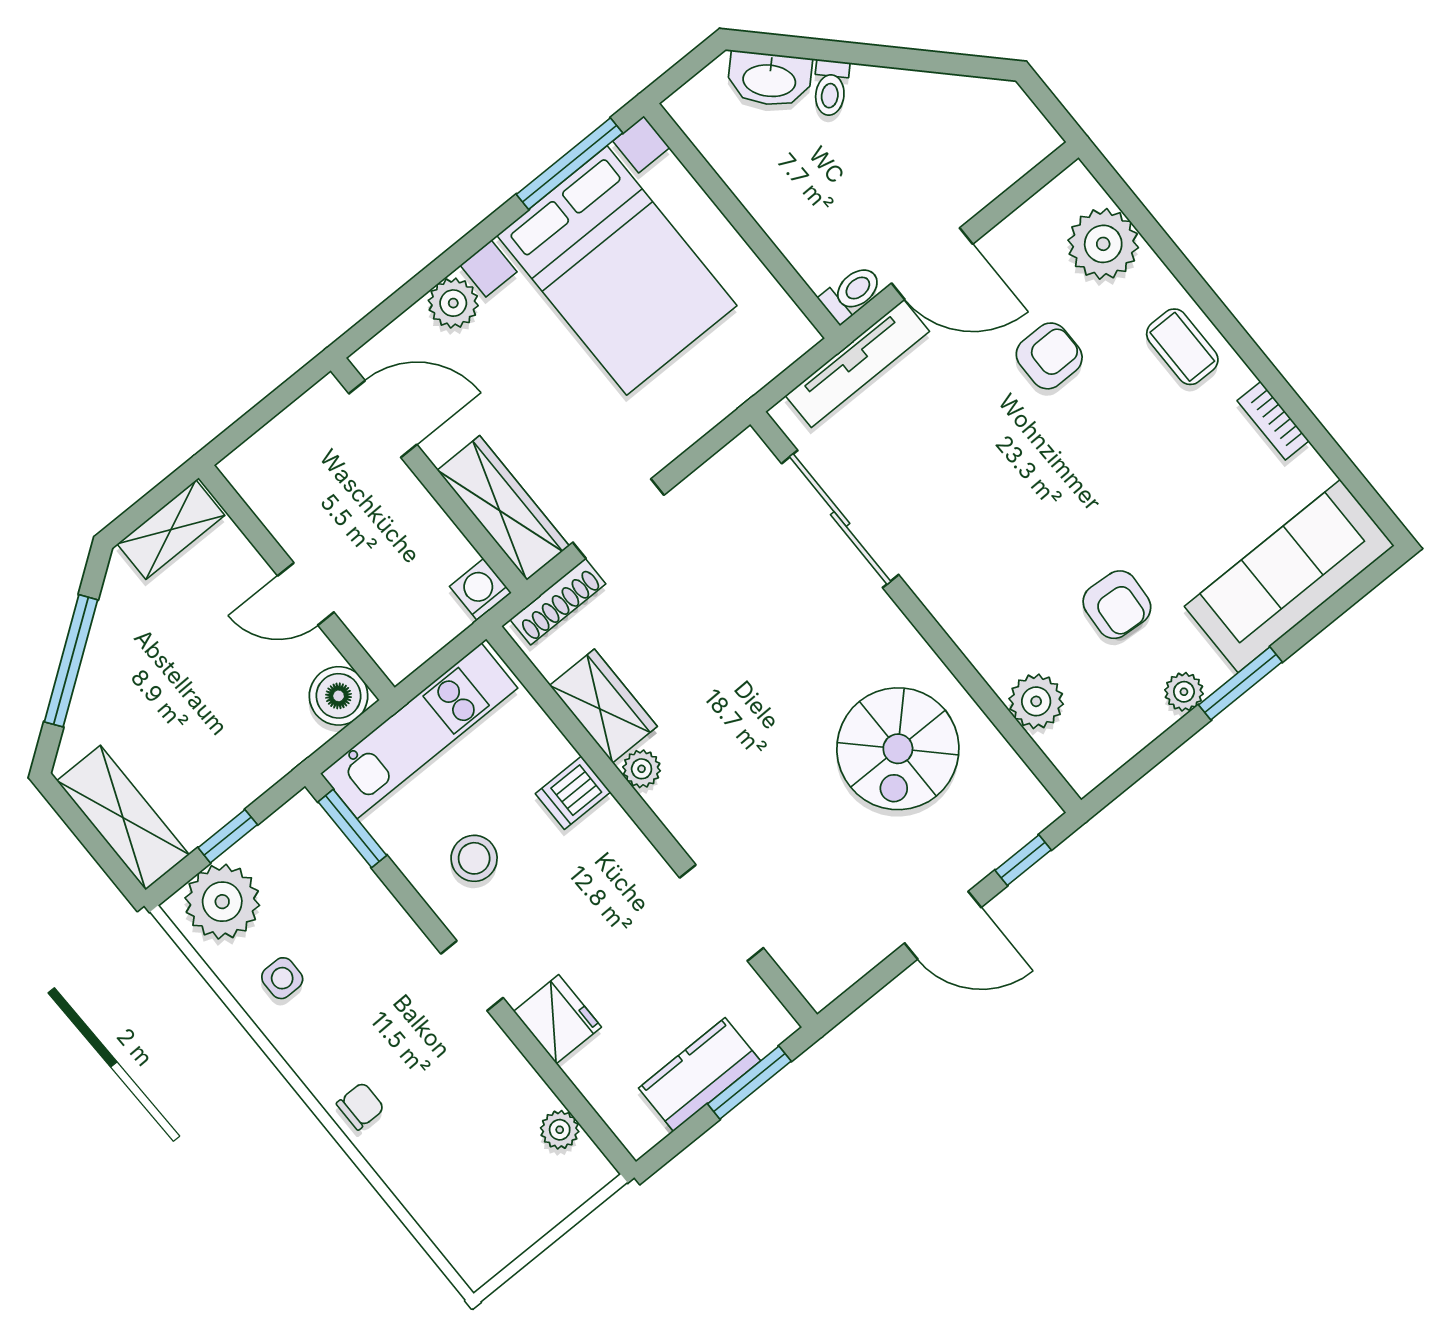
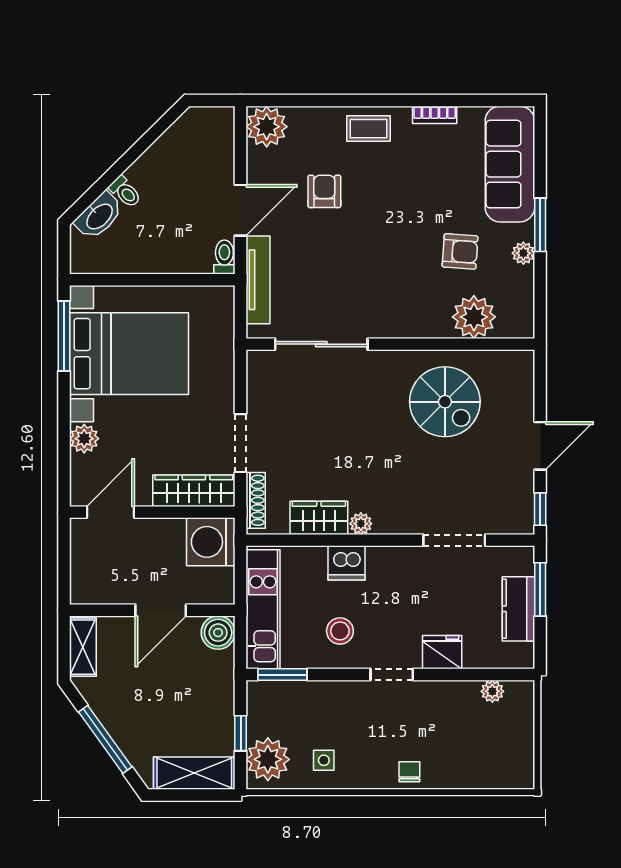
plant: (1103, 244) -> (267, 127), moved
washing machine: (480, 590) -> (211, 542), width x1.89, depth x1.89
door: (306, 594) -> (161, 610), width x1.38
plant: (1036, 701) -> (474, 317), width x1.36, depth x1.36
dishwasher: (573, 793) -> (347, 563), width x1.38
window: (1023, 860) -> (540, 509), moved

